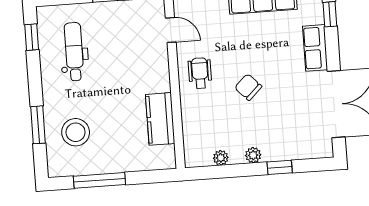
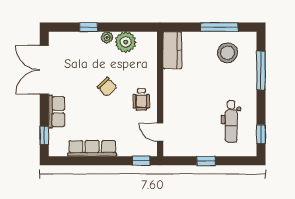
kitchen counter: (160, 119) -> (172, 50), moved
window: (38, 125) -> (261, 70), width x1.44
stool: (76, 132) -> (228, 53), moved
plant: (221, 158) -> (126, 42), width x1.88, depth x1.88

